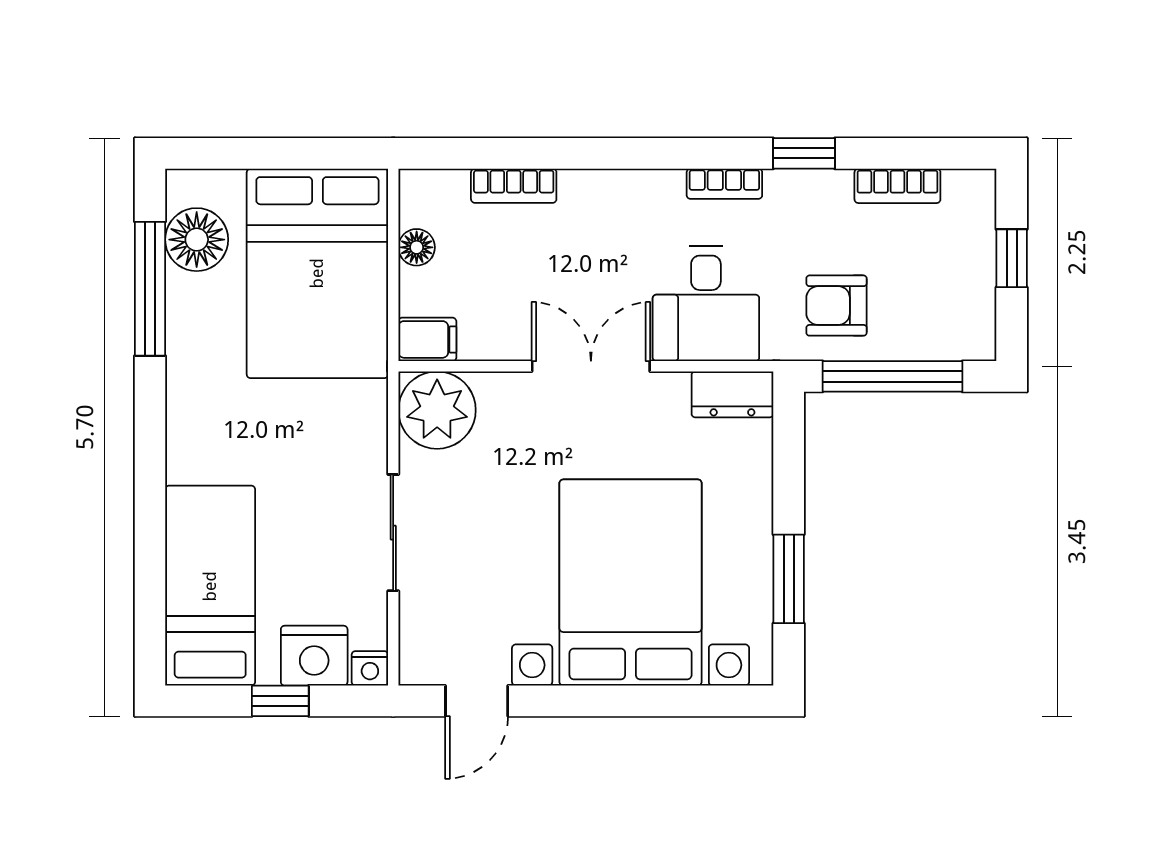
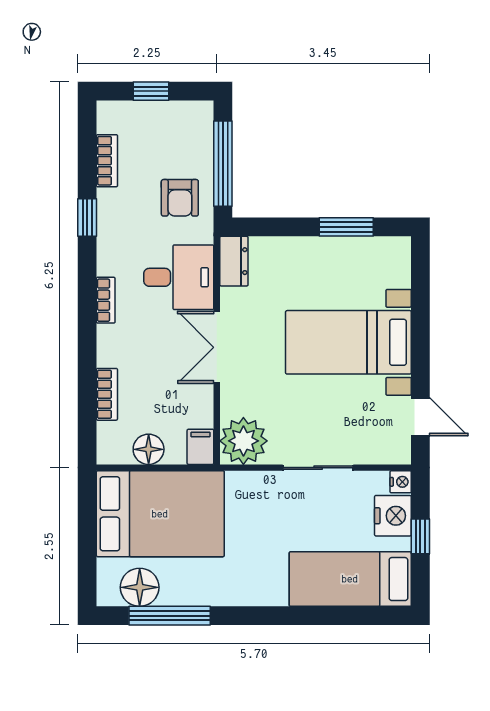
bookcase: (724, 184) -> (106, 300), moved
floor lamp: (417, 247) -> (149, 449), width x1.37, depth x1.37
bed with nightstands: (631, 583) -> (348, 342), width x0.73

